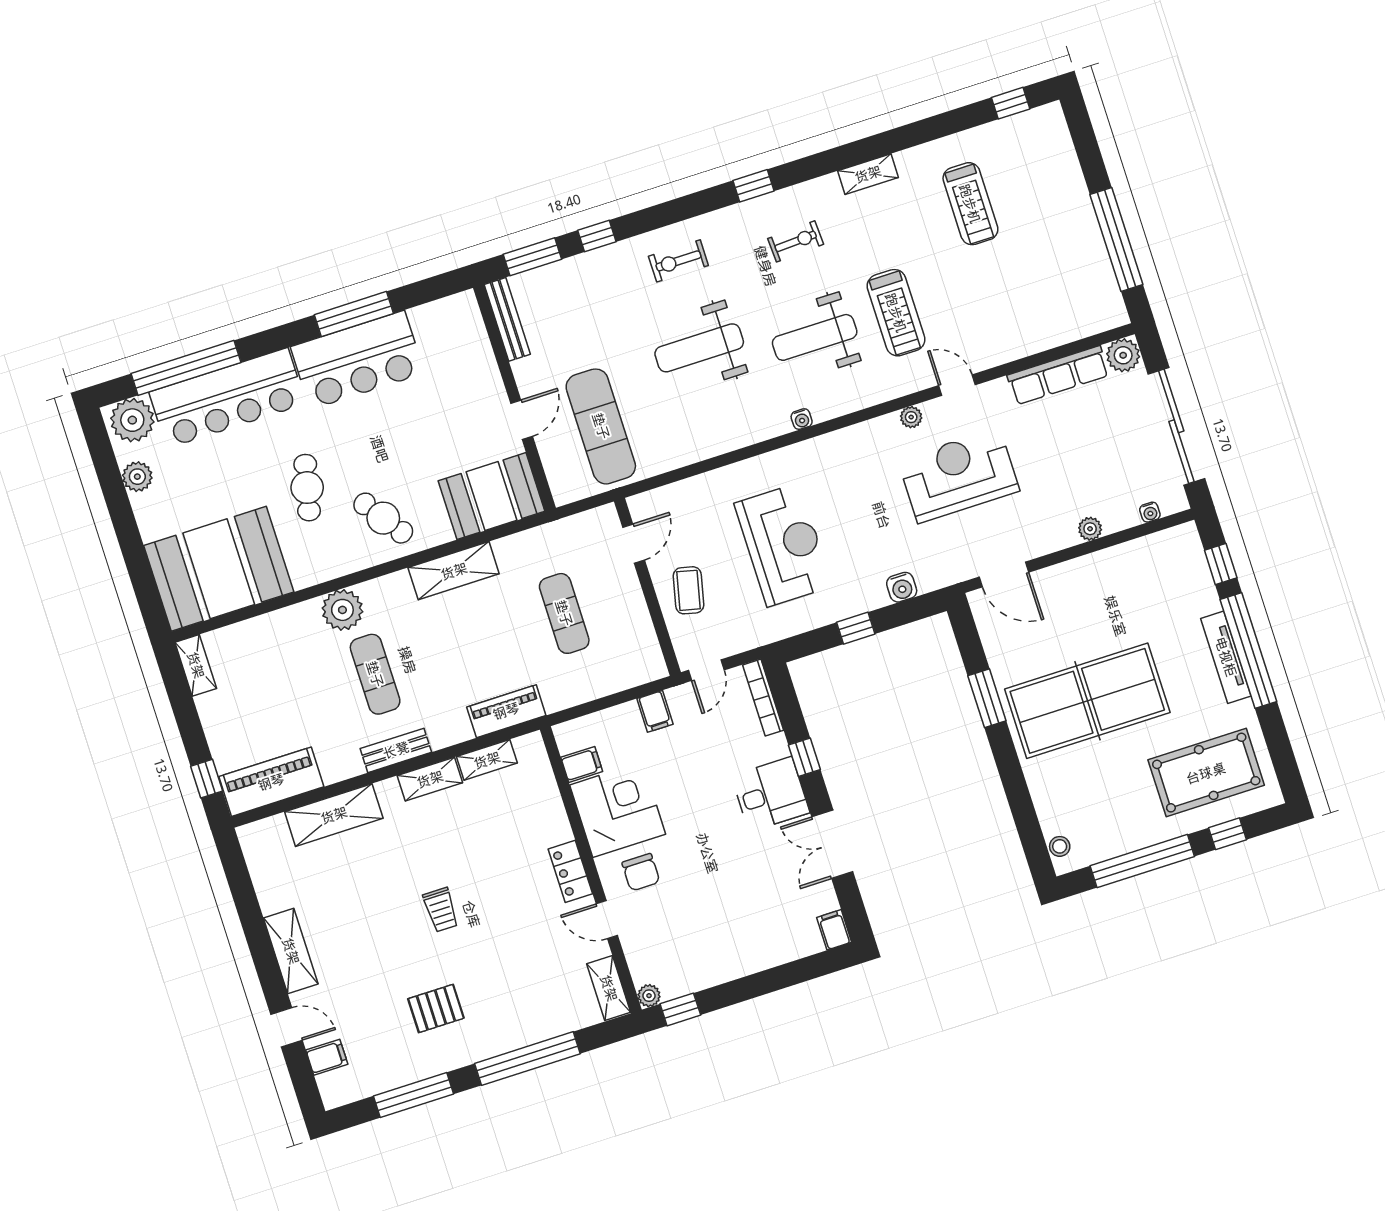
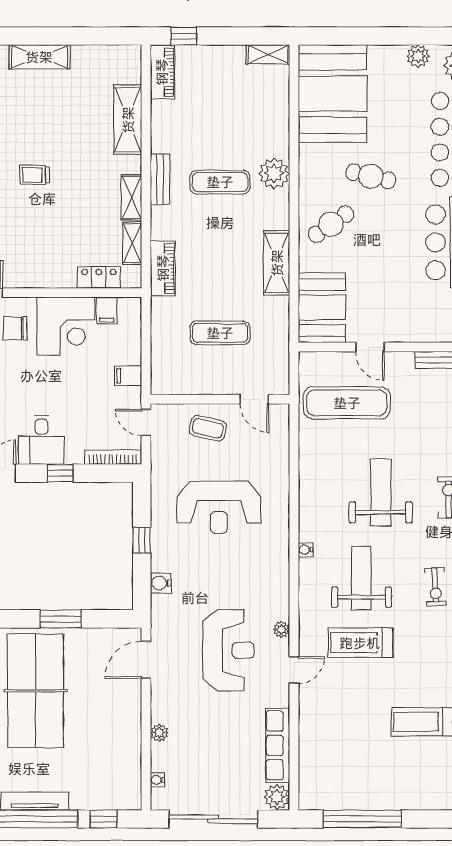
piano: (271, 782) -> (162, 72), width x0.73, depth x0.75
locker: (570, 871) -> (99, 277), moved

